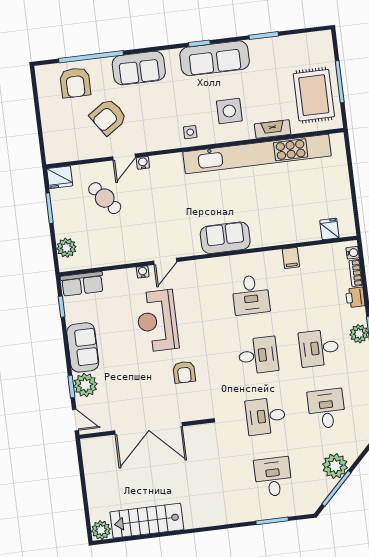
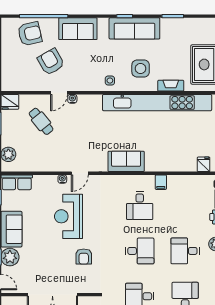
armchair: (75, 83) -> (30, 34), turned -103
armchair: (108, 117) -> (51, 62), turned 94
filing cabinet: (291, 258) -> (161, 182), moved

